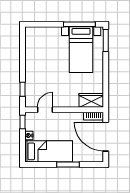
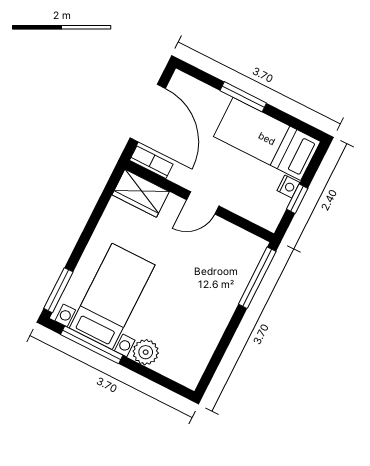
plant: (54, 33) -> (146, 352), added
window: (22, 89) -> (257, 278), width x2.17
door: (45, 110) -> (203, 203), moved
window: (22, 122) -> (297, 199), moved

